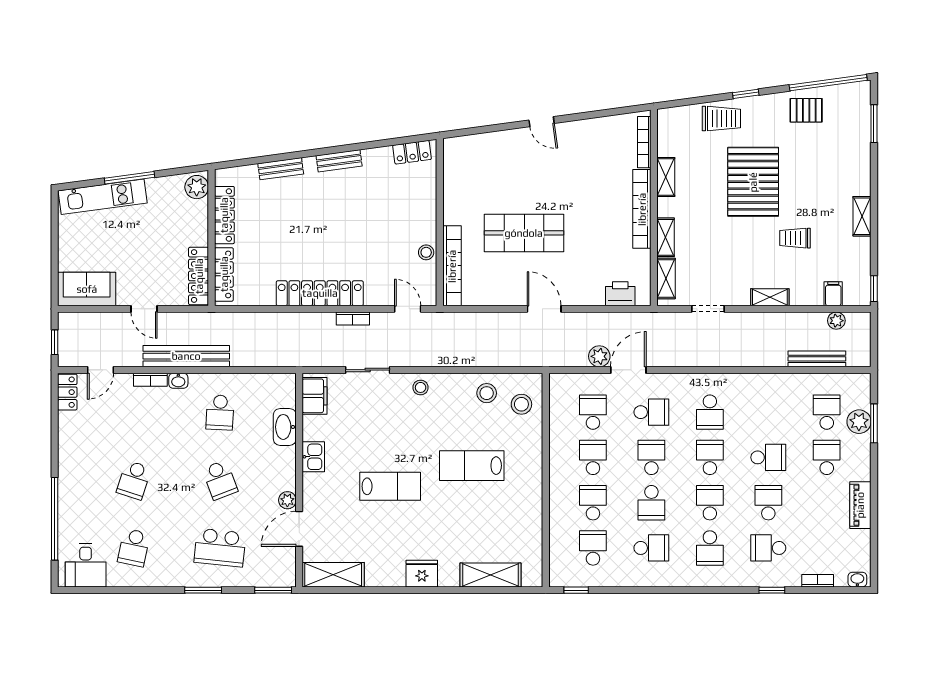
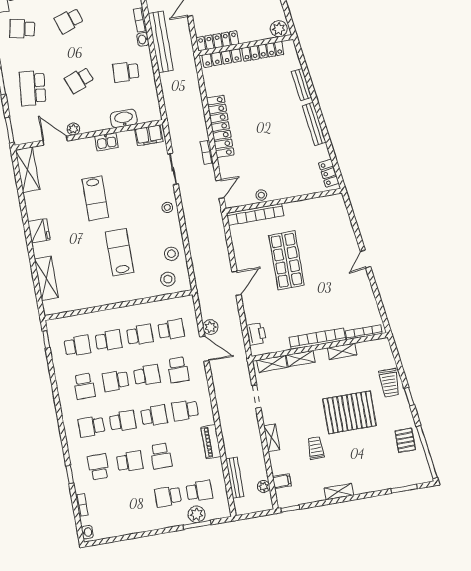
bench: (339, 161) -> (314, 124), width x1.36
school desk: (827, 457) -> (168, 496), turned 180
school desk: (134, 480) -> (69, 21), turned -36
piano: (860, 505) -> (211, 442), moved, turned -90

